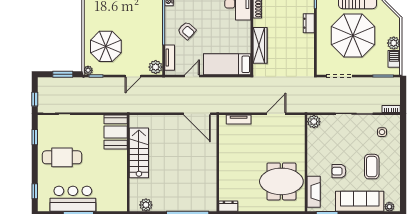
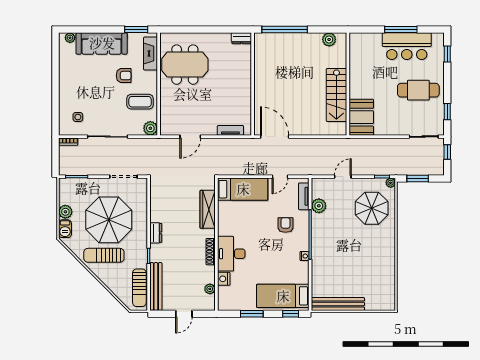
armchair: (187, 31) -> (285, 225), turned 48
barbecue: (394, 59) -> (65, 229), moved
plant: (156, 67) -> (319, 206), moved
coffee table: (372, 167) -> (140, 102), moved, turned 90

